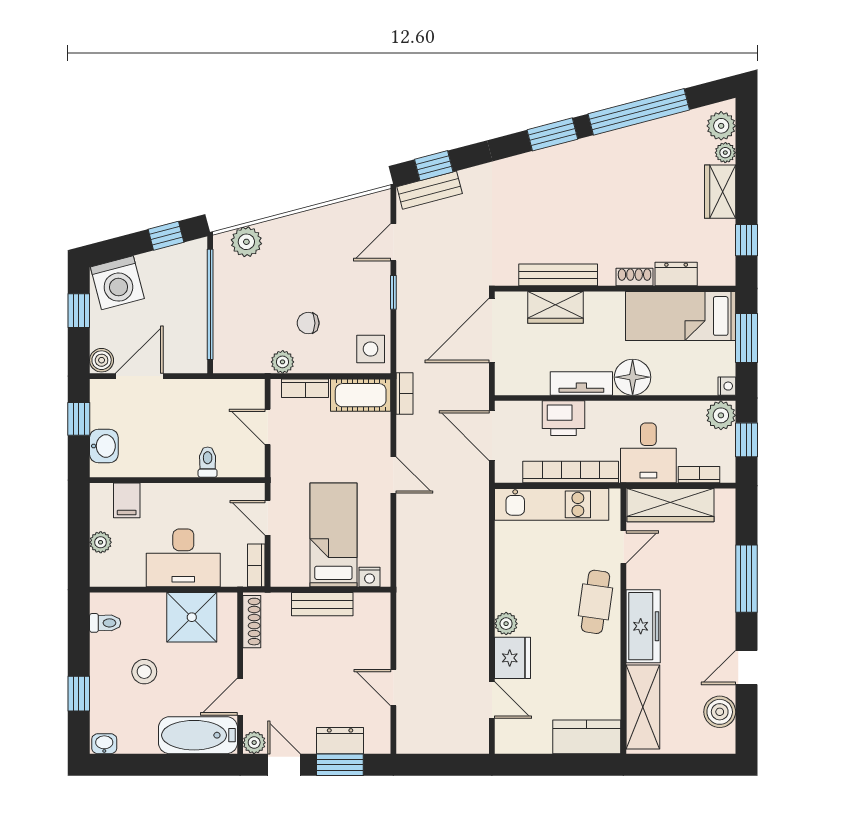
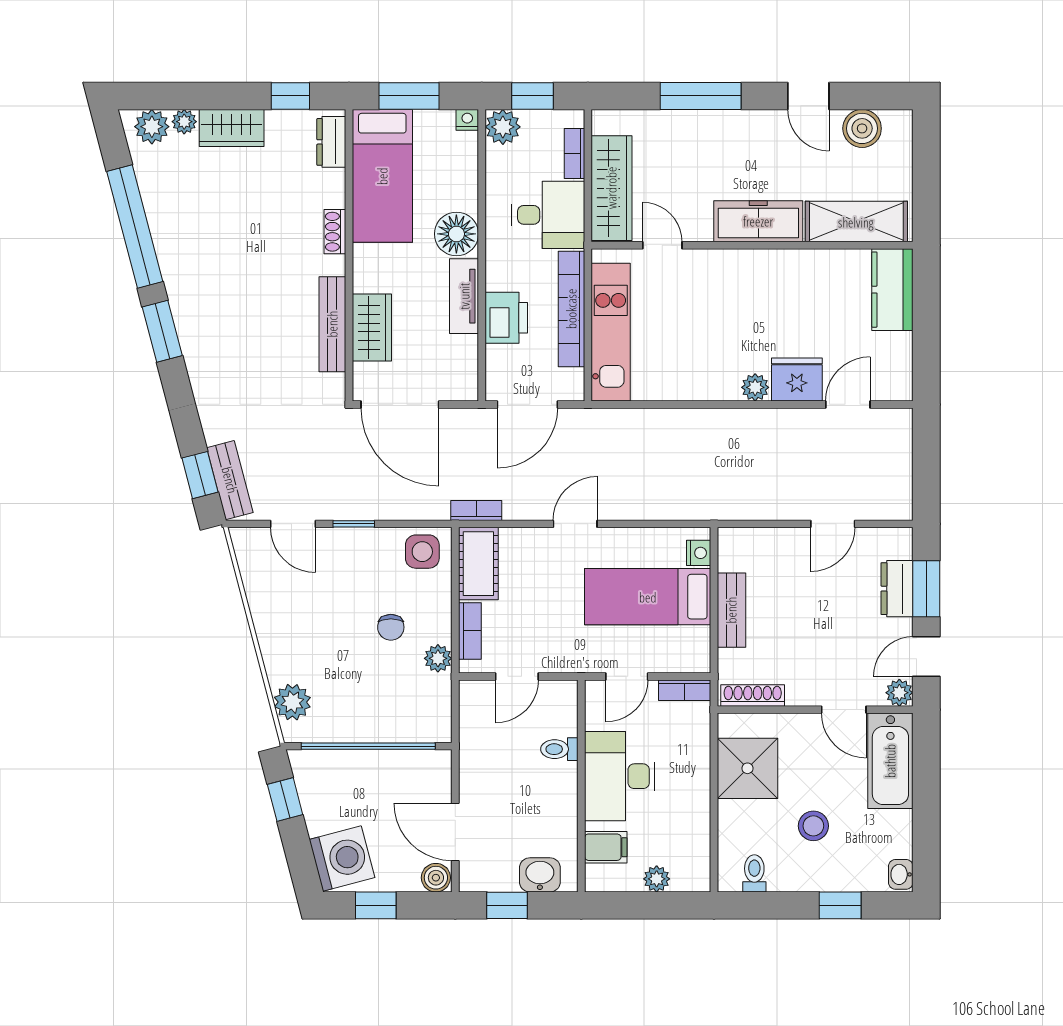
dresser: (676, 274) -> (331, 142), moved
desk: (183, 558) -> (620, 776), moved, turned 180
cafe table: (595, 602) -> (729, 279), removed

